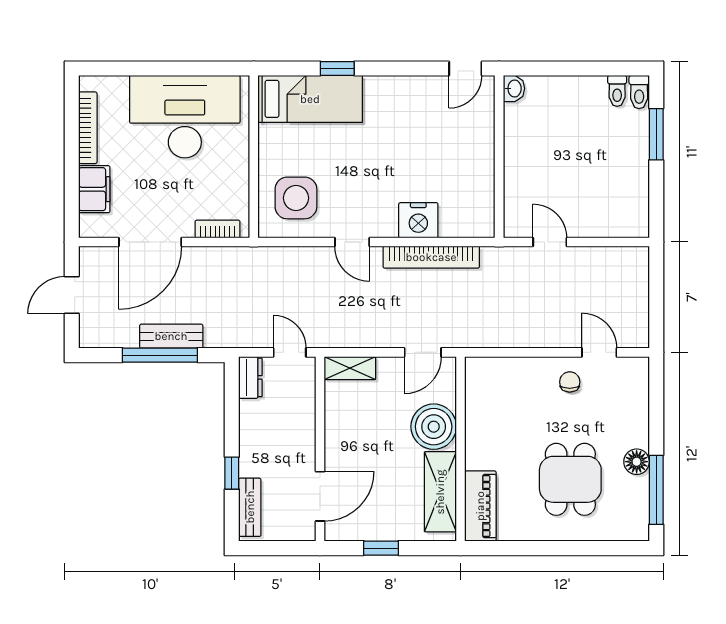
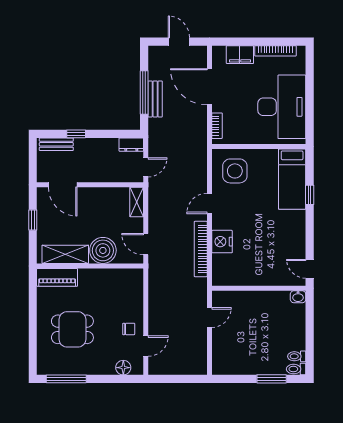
floor lamp: (637, 462) -> (123, 368), moved

